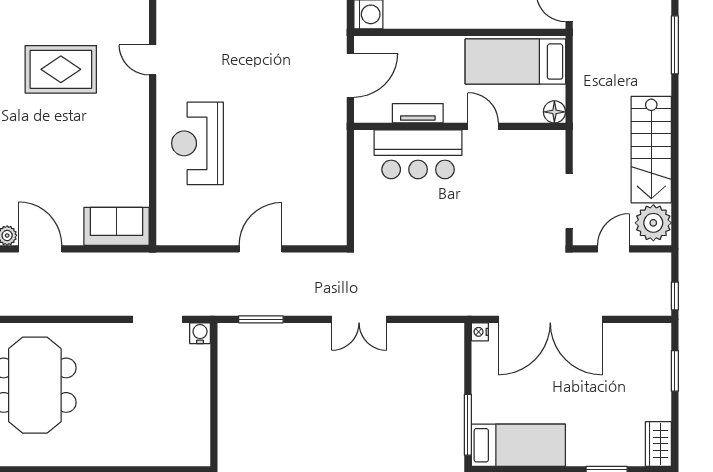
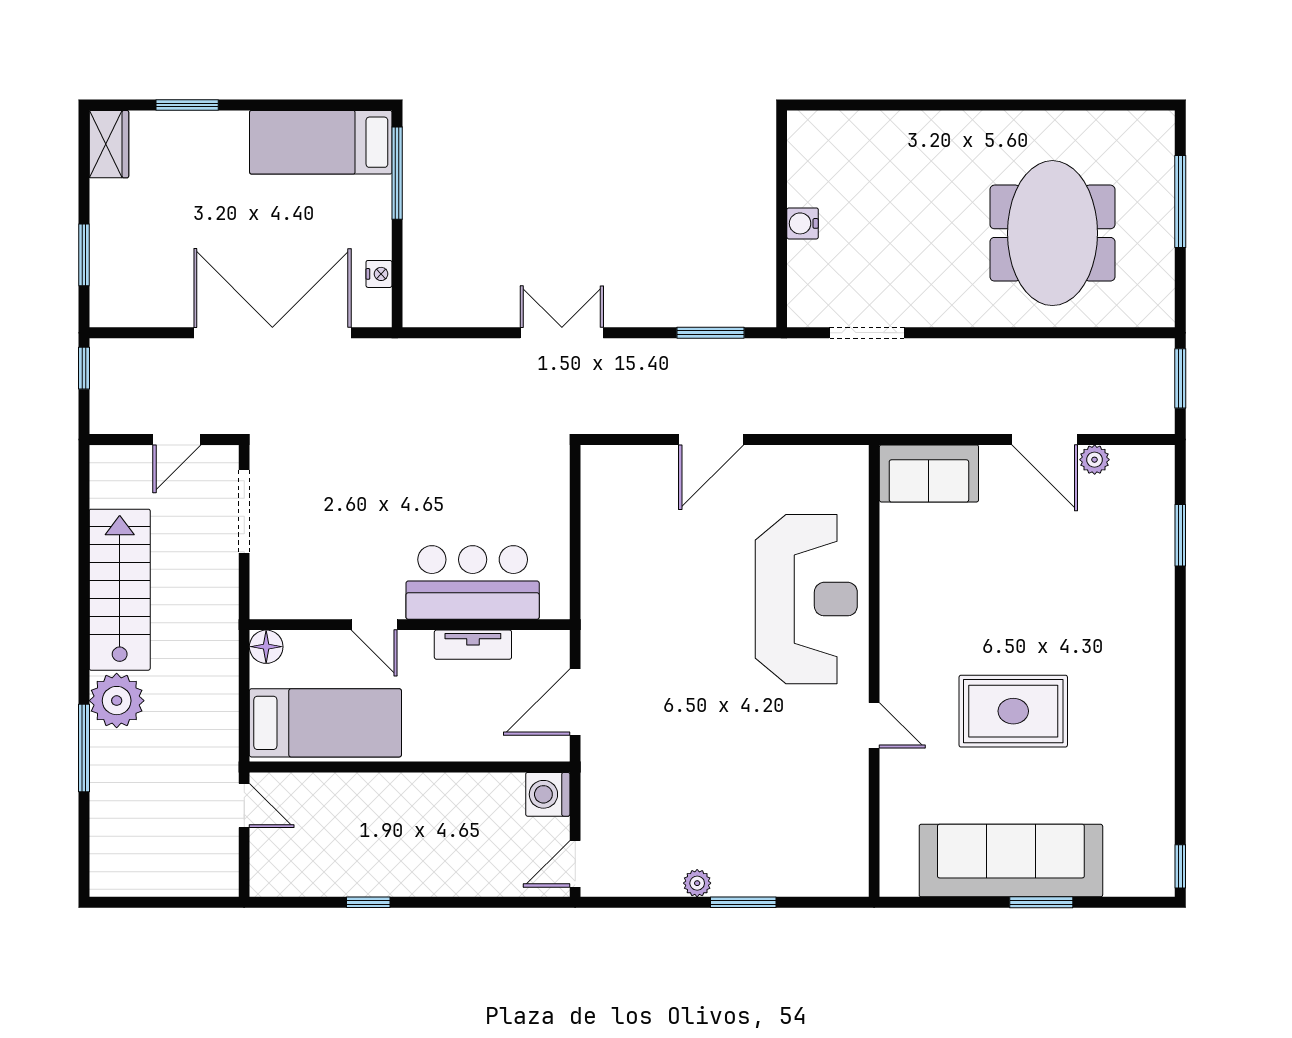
reception desk: (198, 143) -> (806, 599), width x1.36, depth x1.30
plant: (653, 223) -> (117, 701), moved
nightstand: (480, 332) -> (379, 274), moved
water cooler: (200, 333) -> (803, 223), moved, turned 90

